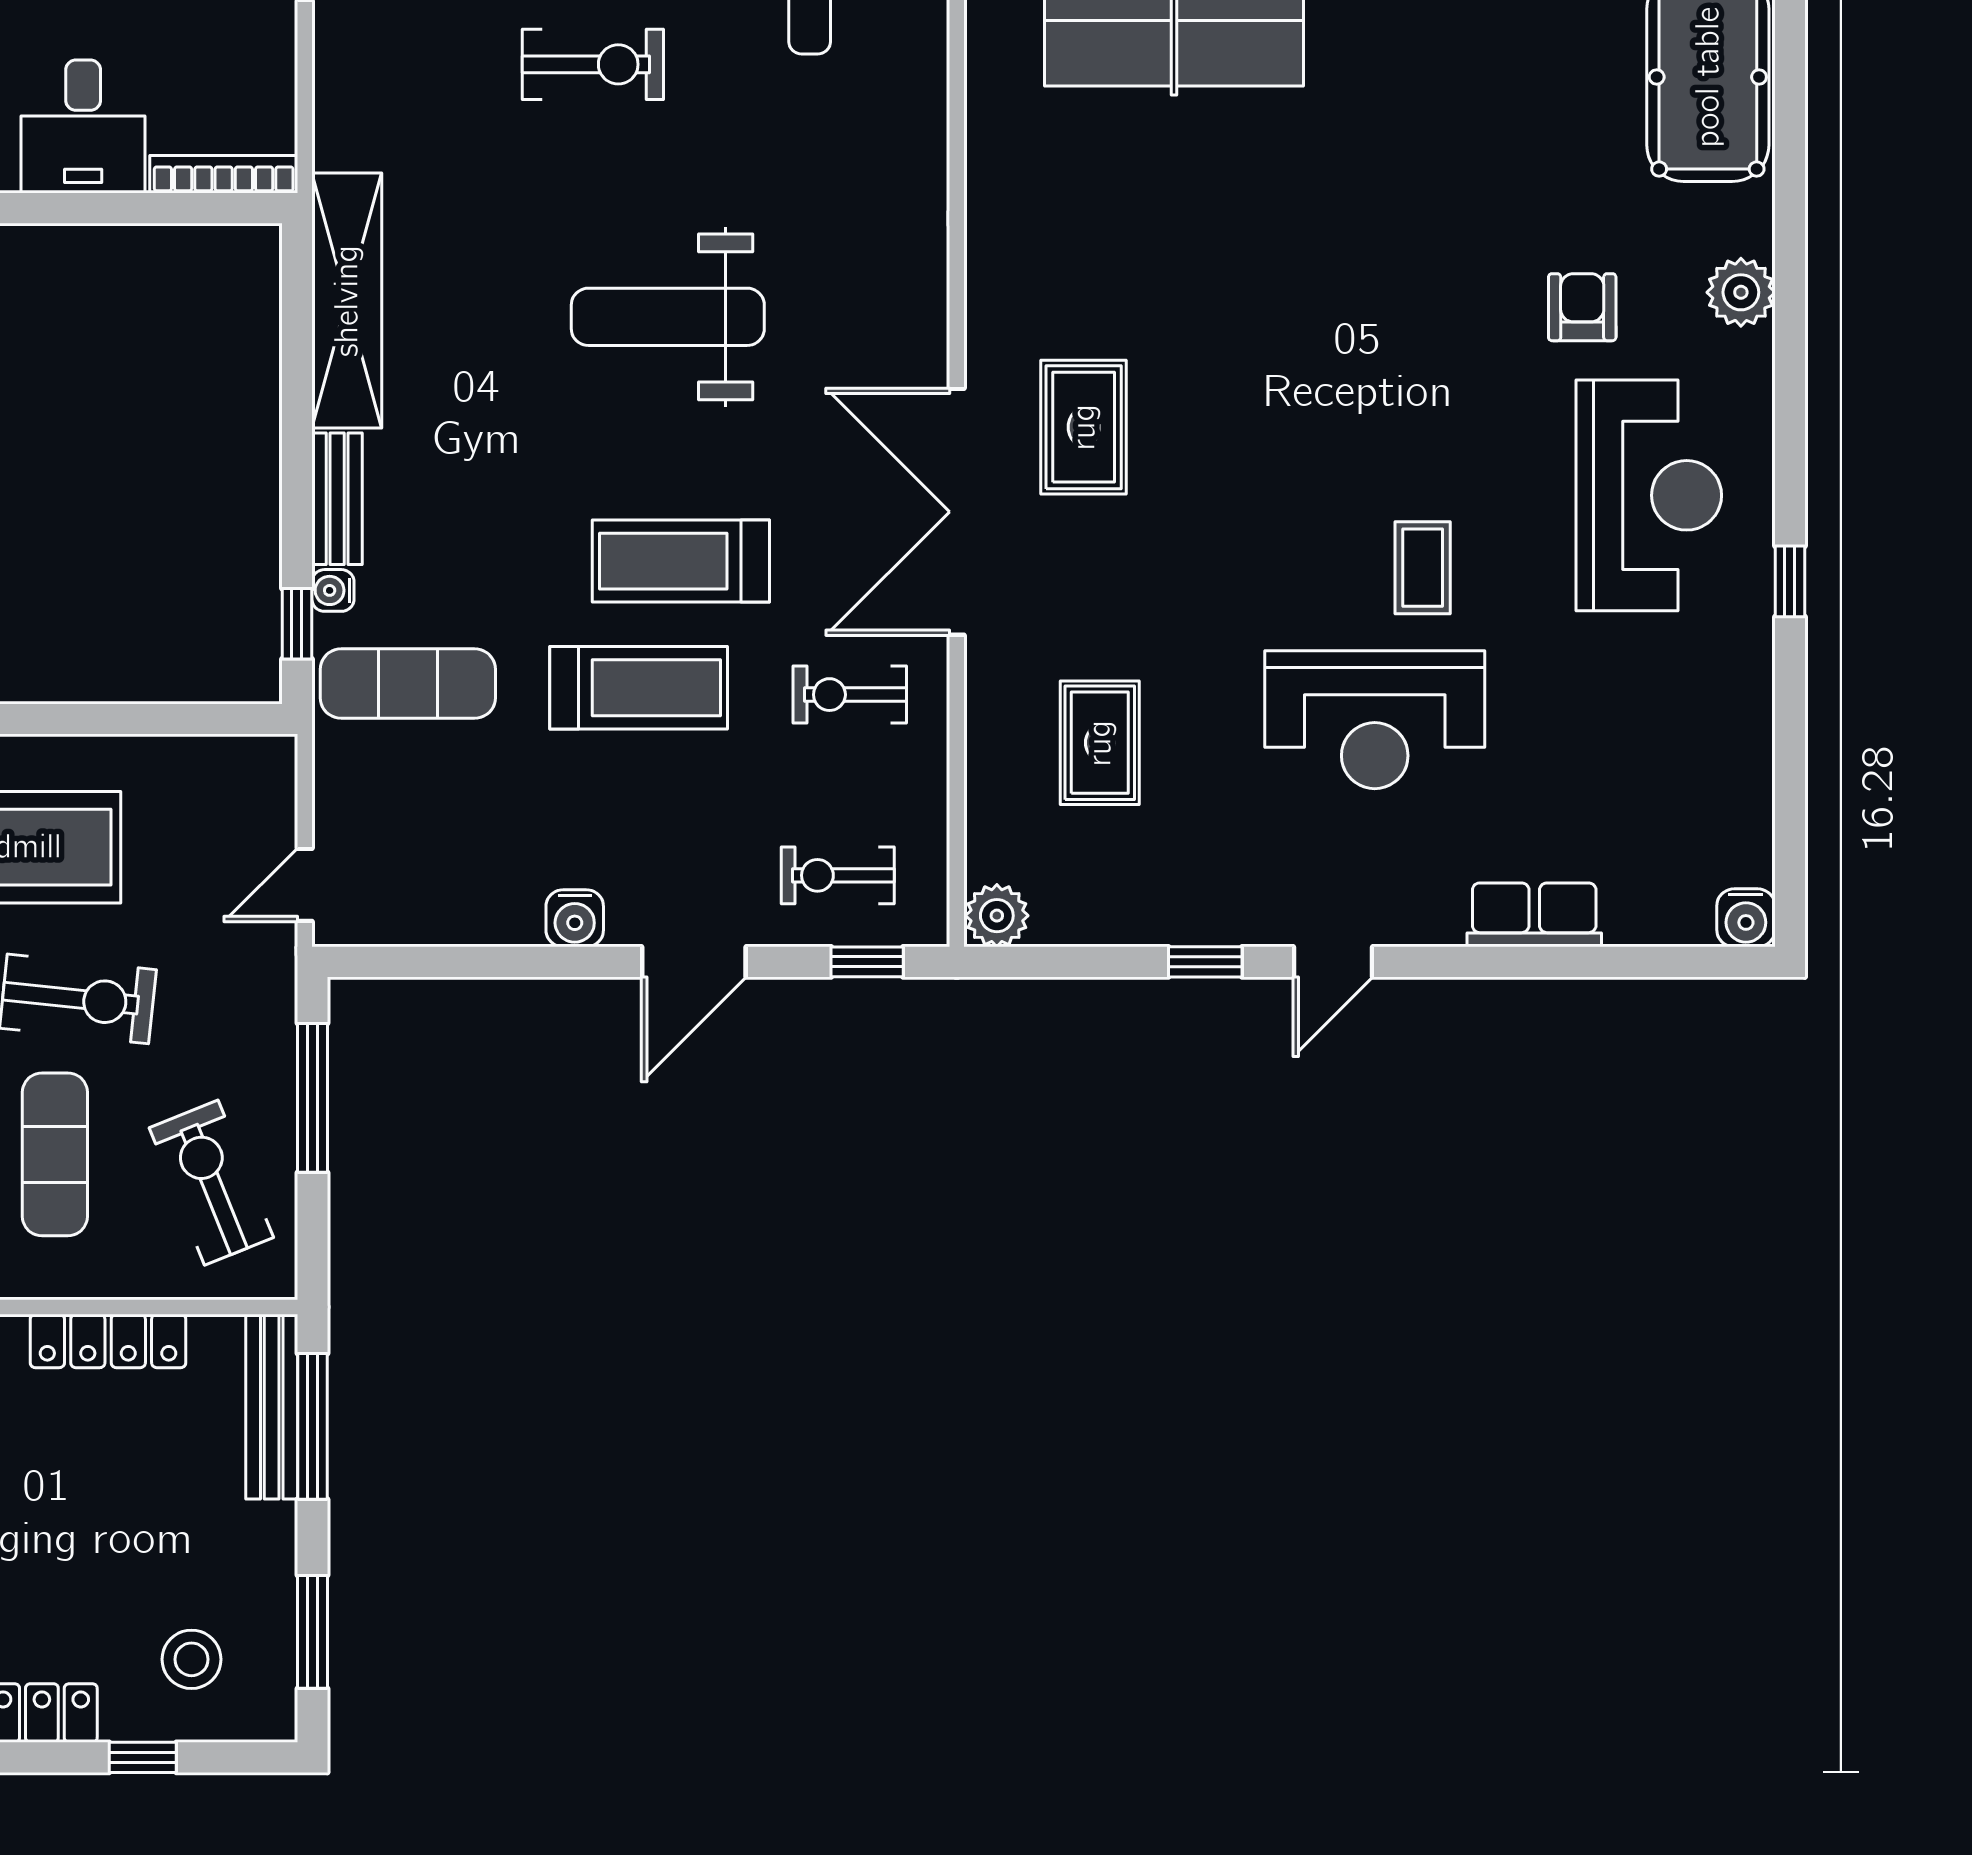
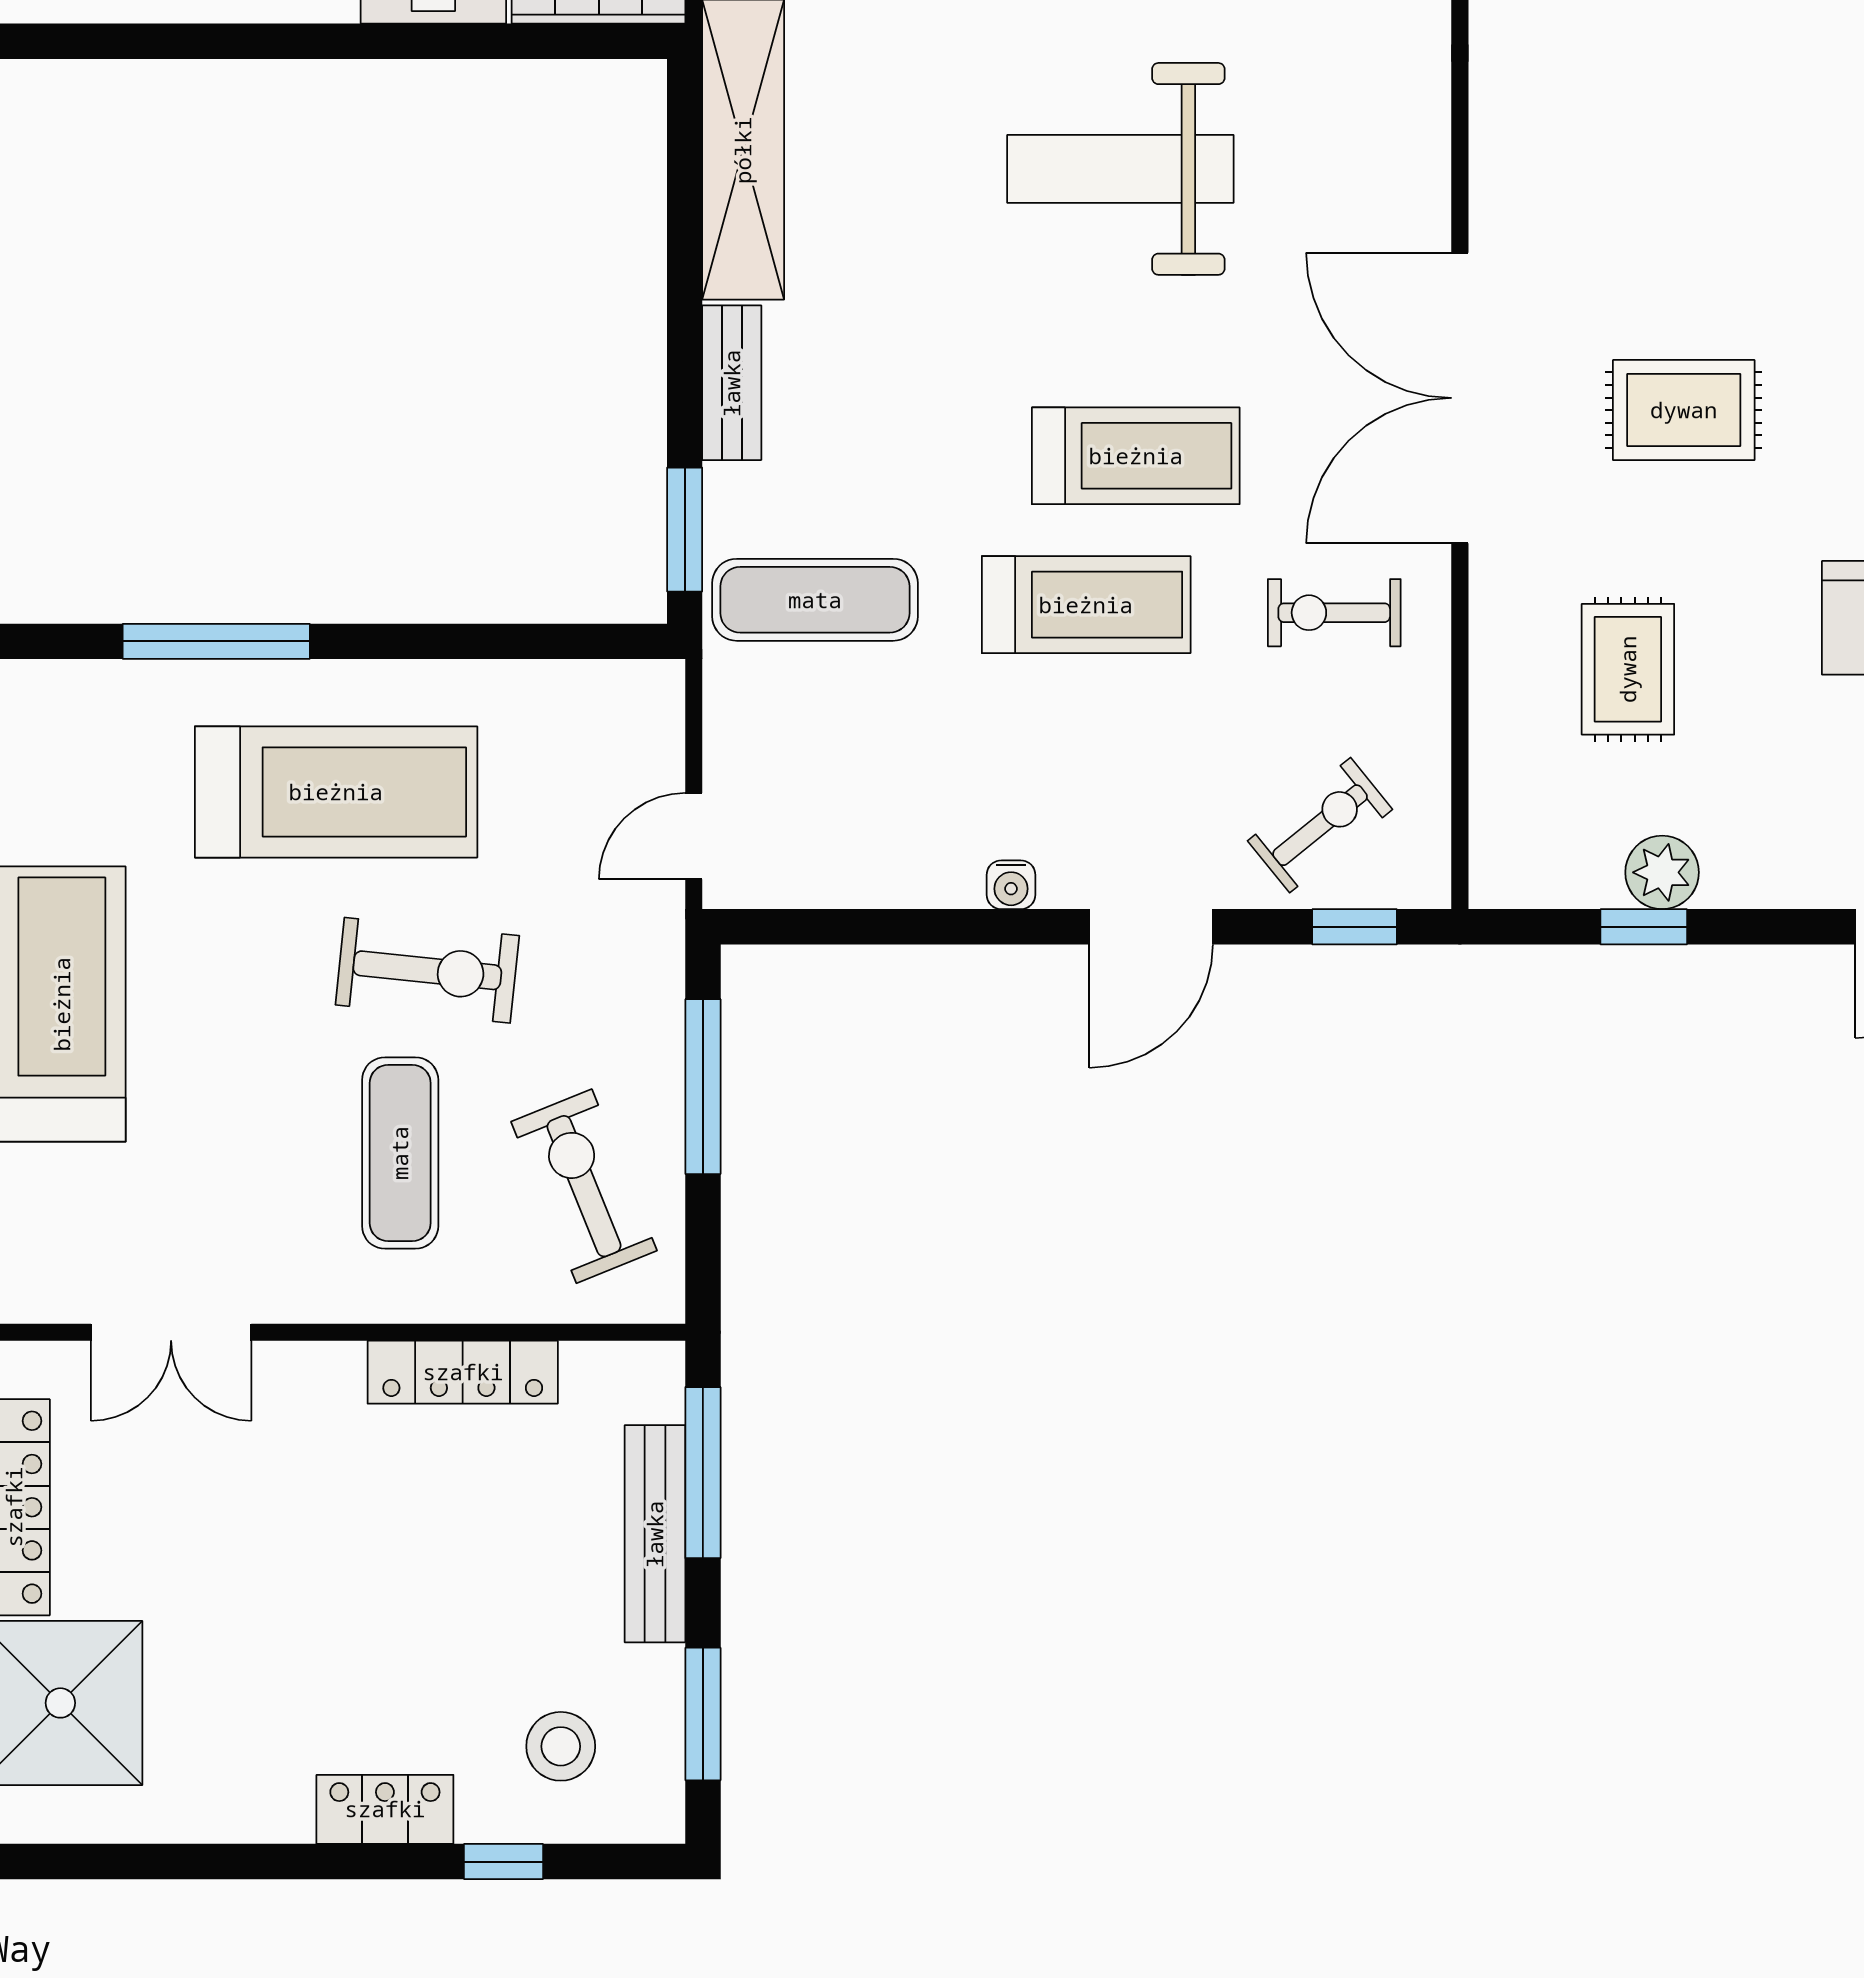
rug: (1084, 427) -> (1684, 410), moved, turned 90
treadmill: (681, 561) -> (1136, 456), turned 180
water cooler: (333, 590) -> (727, 490), removed
window: (297, 624) -> (685, 530), width x1.50
exercise bike: (838, 875) -> (1320, 825), turned 141
plant: (997, 916) -> (1662, 872), moved
water cooler: (575, 918) -> (1011, 885), width x0.72, depth x0.72
window: (1205, 962) -> (1644, 927), moved
bench: (272, 1407) -> (655, 1534), moved

